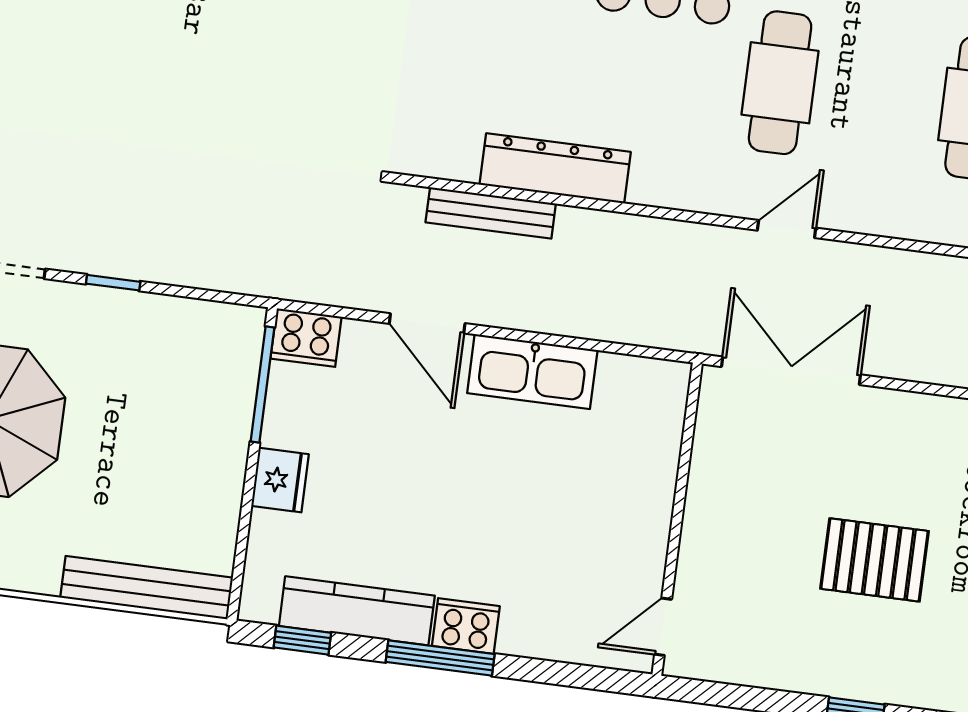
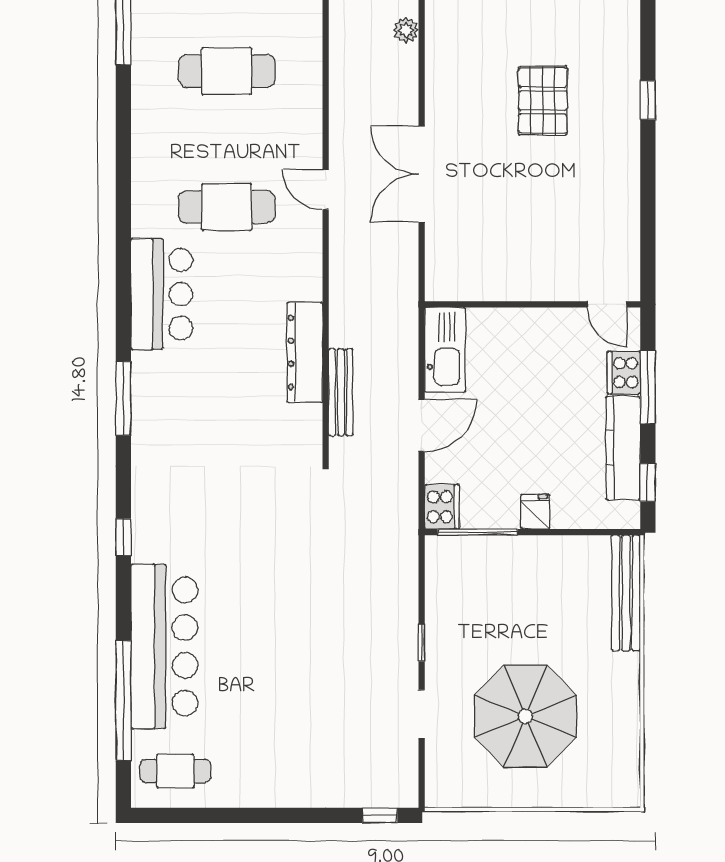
fridge: (280, 480) -> (535, 512), width x0.72
wall: (677, 519) -> (532, 304), moved
door: (663, 627) -> (607, 304), moved

